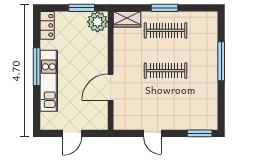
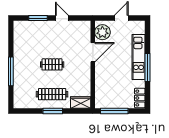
window: (82, 8) -> (114, 111), width x1.44
plant: (97, 22) -> (102, 32), moved
clothes rail: (166, 71) -> (52, 64), width x0.73
window: (200, 133) -> (38, 18), moved

